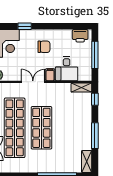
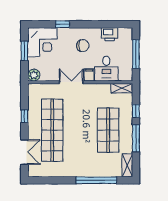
printer: (80, 36) -> (110, 34), moved
window: (95, 99) -> (136, 111), moved
shop shelf: (41, 128) -> (108, 130), moved

